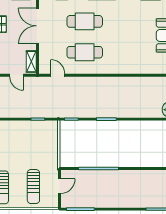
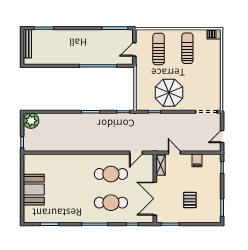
double door: (38, 26) -> (155, 199), swing flipped
door: (58, 75) -> (136, 153), hinge flipped
parasol: (22, 140) -> (169, 93), added

